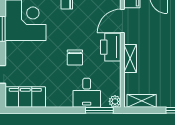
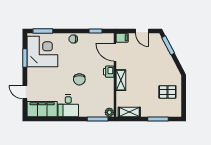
door: (122, 21) -> (115, 52), hinge flipped
printer: (111, 47) -> (109, 72), width x0.53, depth x0.68
desk: (87, 93) -> (68, 106), moved

